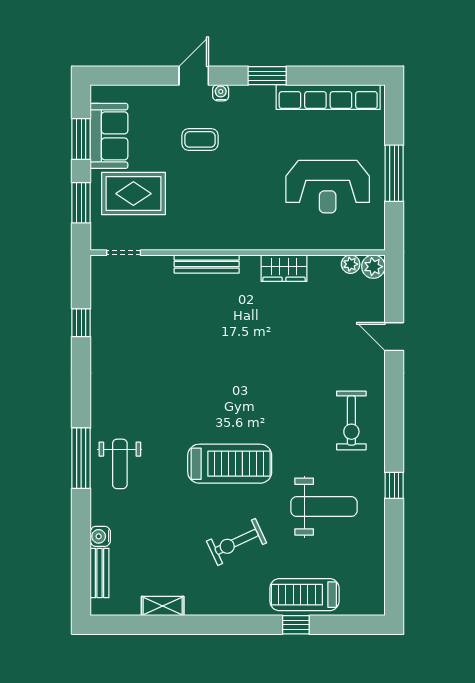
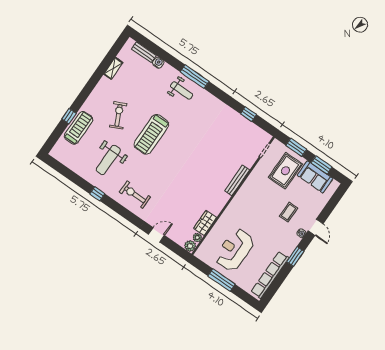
wardrobe: (284, 268) -> (205, 223), moved
weight bench: (120, 464) -> (182, 91), turned 180

